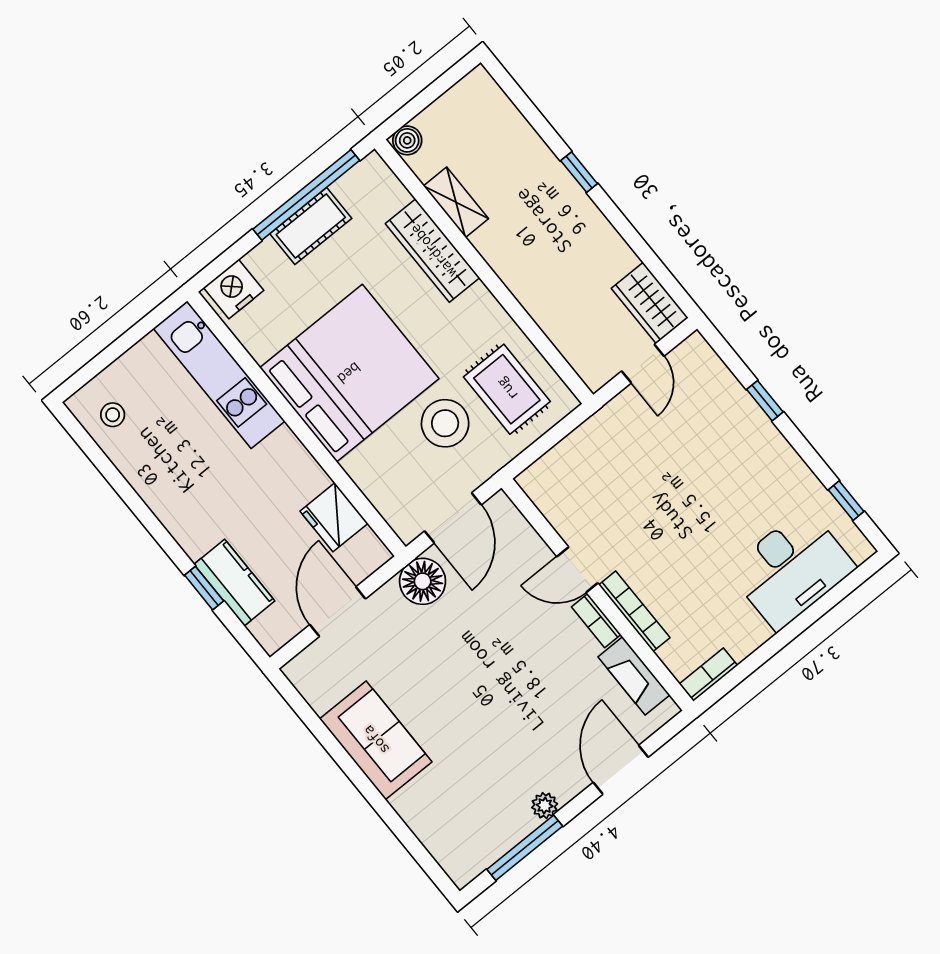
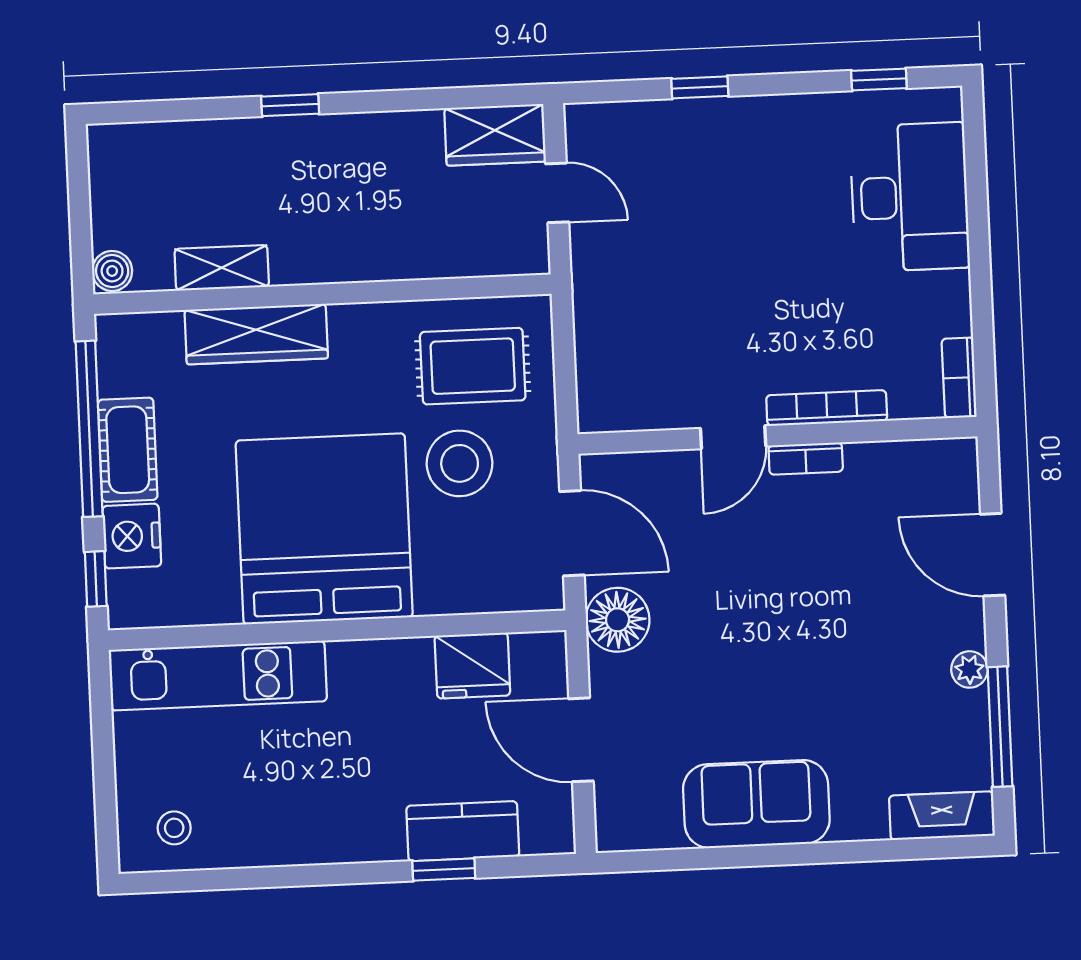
window: (223, 263) -> (96, 579), added
nightstand: (234, 289) -> (132, 536), moved
fireplace: (634, 676) -> (942, 816), moved, turned 180

